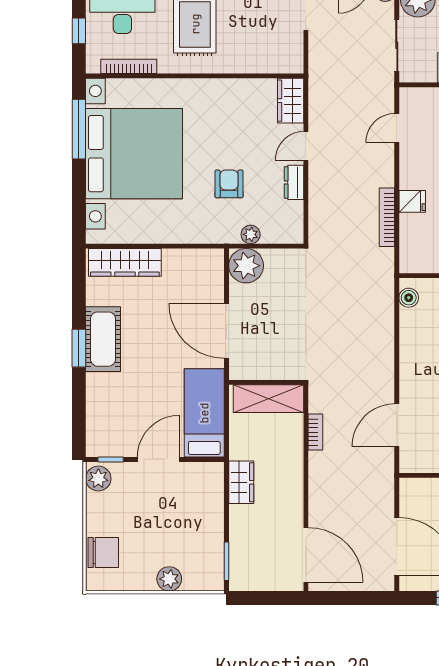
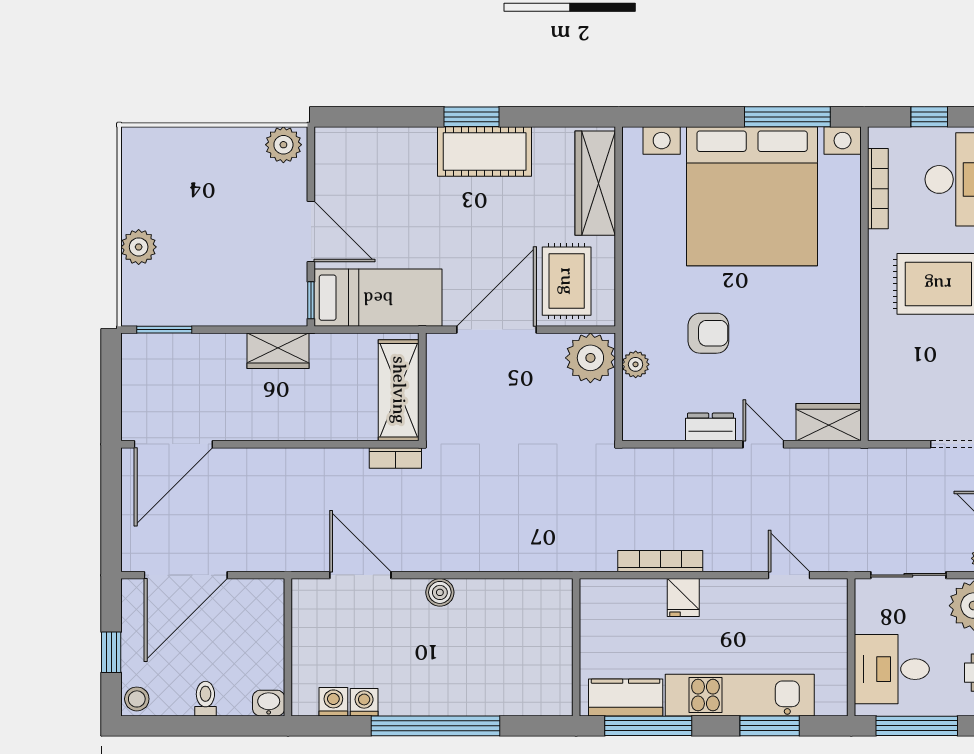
rug: (193, 282) -> (567, 281), added
boiler: (409, 298) -> (440, 592), moved
bookcase: (315, 432) -> (395, 458), moved
window: (111, 459) -> (311, 300), moved
chair: (103, 553) -> (177, 152), removed

